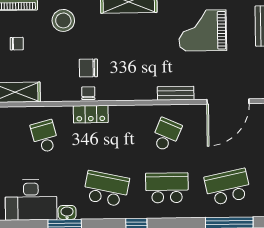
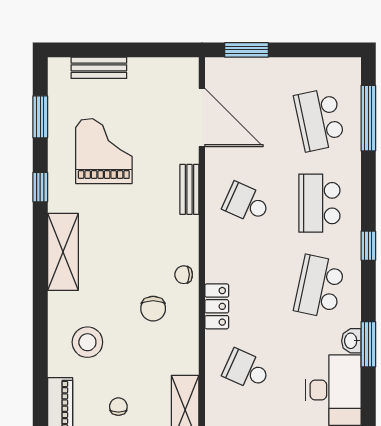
grand piano: (203, 30) -> (104, 151), turned 180
chair: (88, 93) -> (184, 275), moved
school desk: (45, 136) -> (246, 370), turned 39

